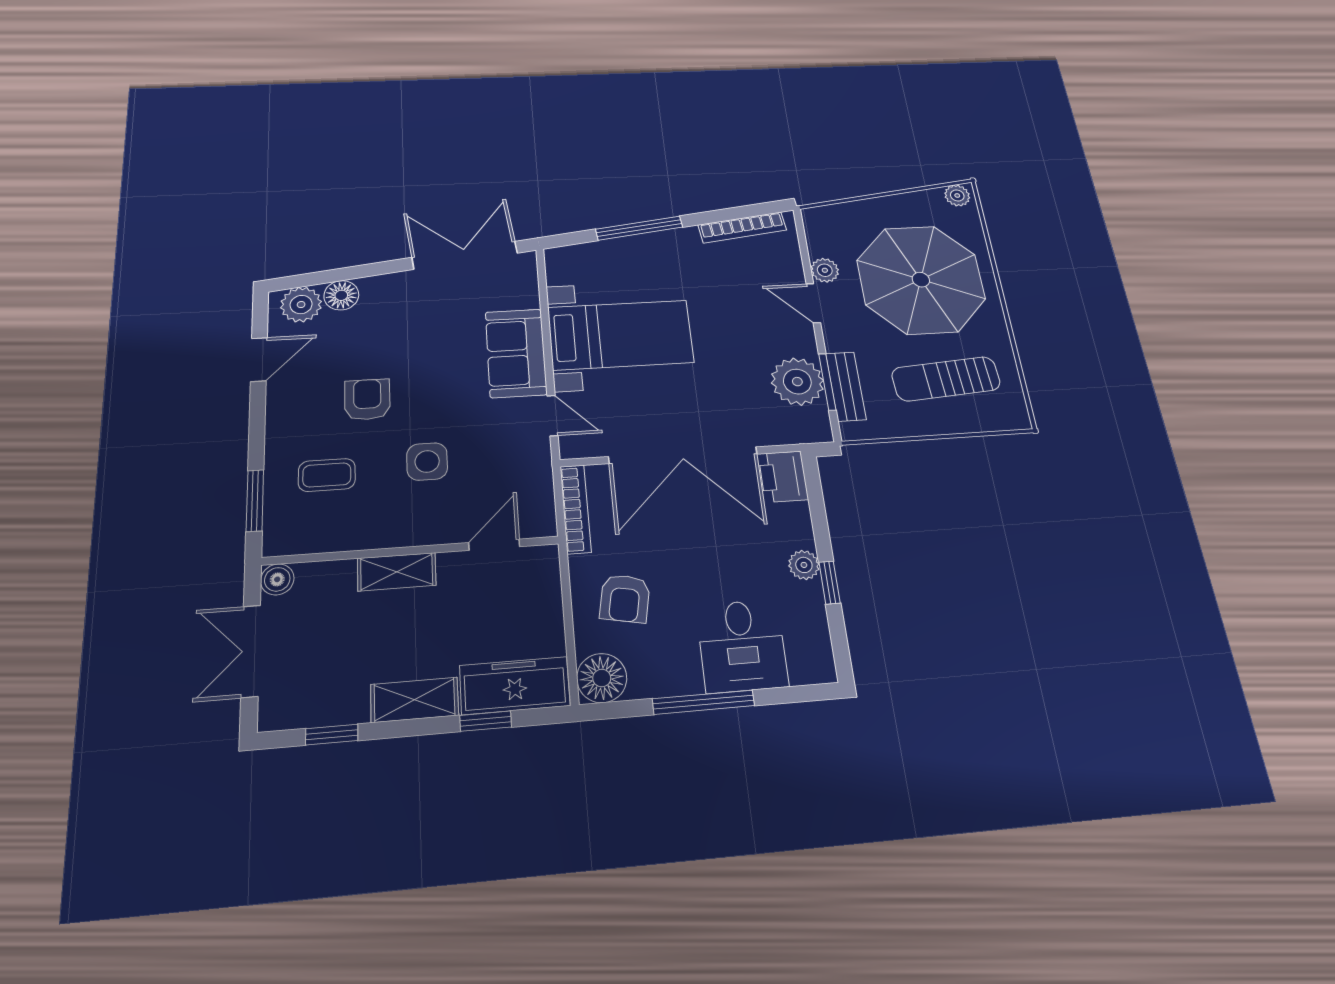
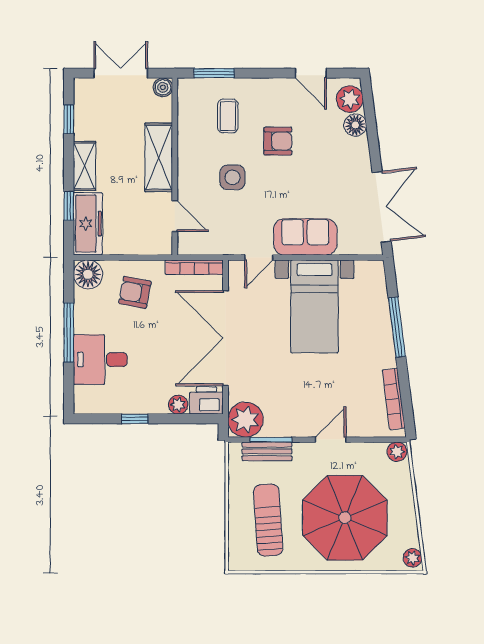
plant: (825, 270) -> (397, 452), moved
plant: (797, 382) -> (245, 420), moved
plant: (804, 565) -> (178, 405), moved
shelving: (397, 572) -> (159, 157), width x1.50, depth x1.33

